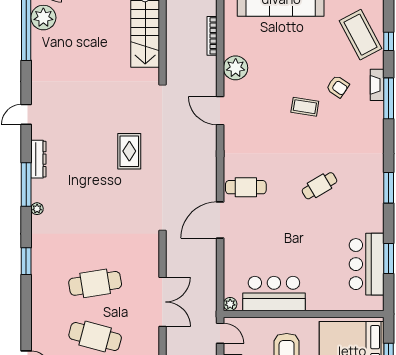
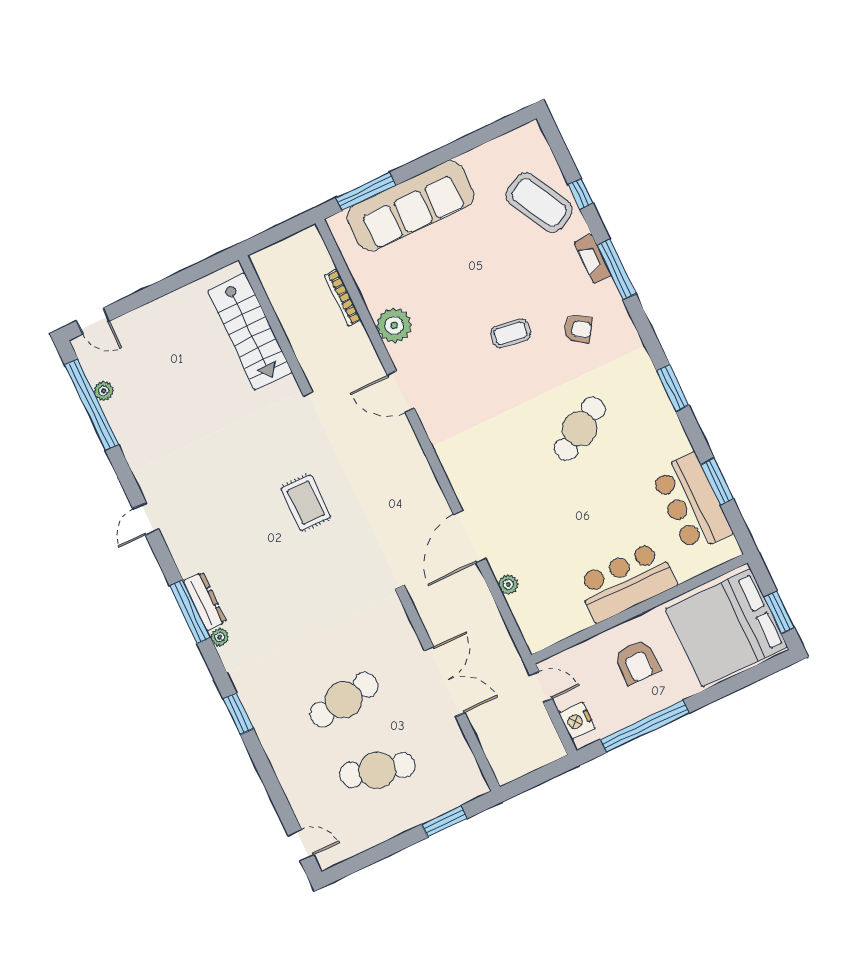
plant: (43, 18) -> (104, 391), width x0.53, depth x0.53
armchair: (338, 87) -> (578, 329), moved
dresser: (38, 159) -> (205, 601), moved
cafe table: (319, 186) -> (580, 429), width x1.37, depth x1.35
cafe table: (246, 187) -> (483, 477), removed
bar counter: (274, 293) -> (626, 582), moved
plant: (230, 304) -> (508, 584), moved

